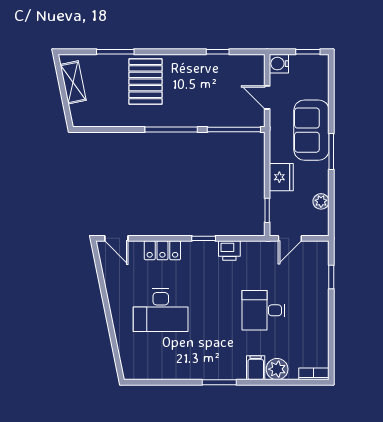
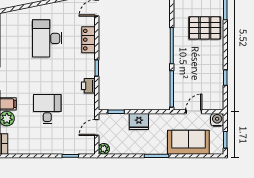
sofa: (311, 130) -> (188, 142), moved
plant: (321, 201) -> (104, 149), moved
door: (290, 238) -> (97, 127), hinge flipped

